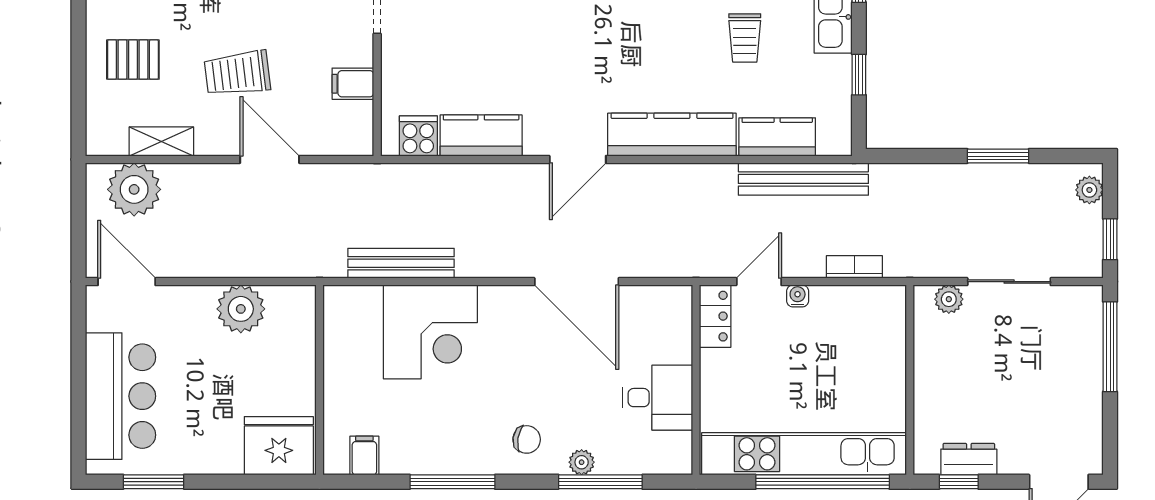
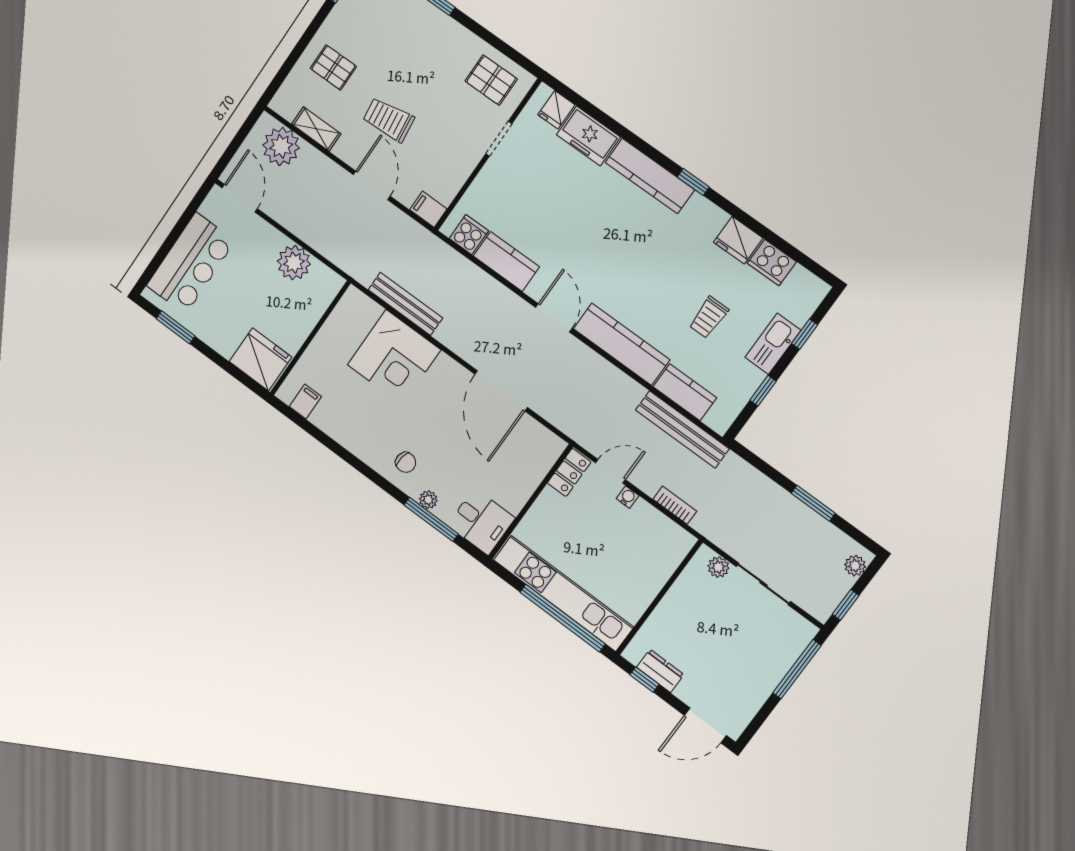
filing cabinet: (353, 84) -> (428, 209), moved
door: (578, 159) -> (554, 318), swing flipped
desk: (658, 398) -> (481, 522), moved
window: (452, 482) -> (345, 455), removed

